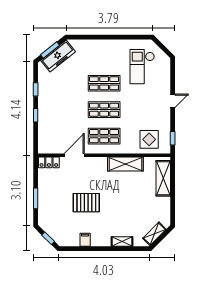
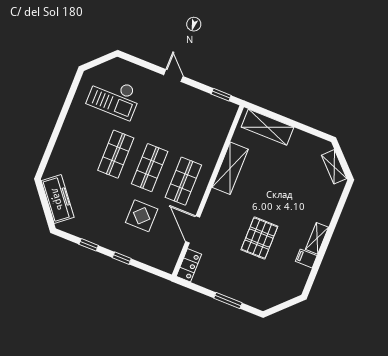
window: (50, 50) -> (46, 206), removed
display table: (149, 139) -> (142, 216), moved
window: (48, 238) -> (285, 305), removed
shelving: (122, 242) -> (317, 238), moved

